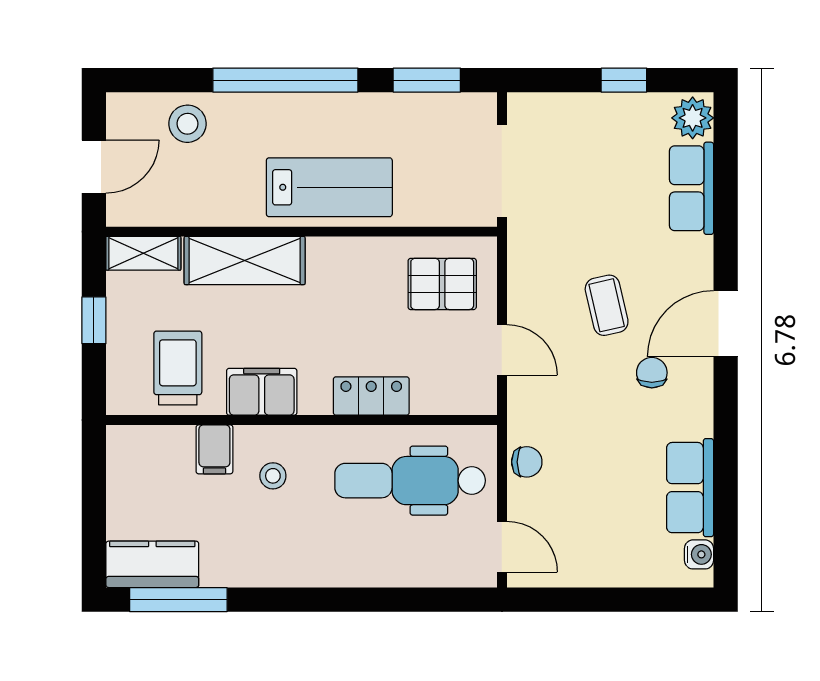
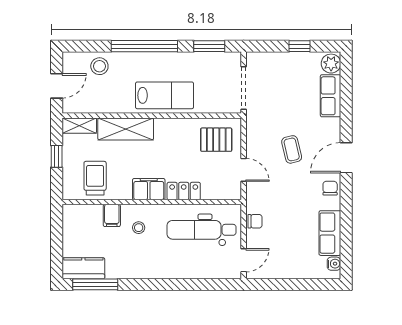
chair: (652, 373) -> (330, 188), moved
filing cabinet: (262, 392) -> (149, 189), moved
door: (502, 547) -> (244, 260), hinge flipped

